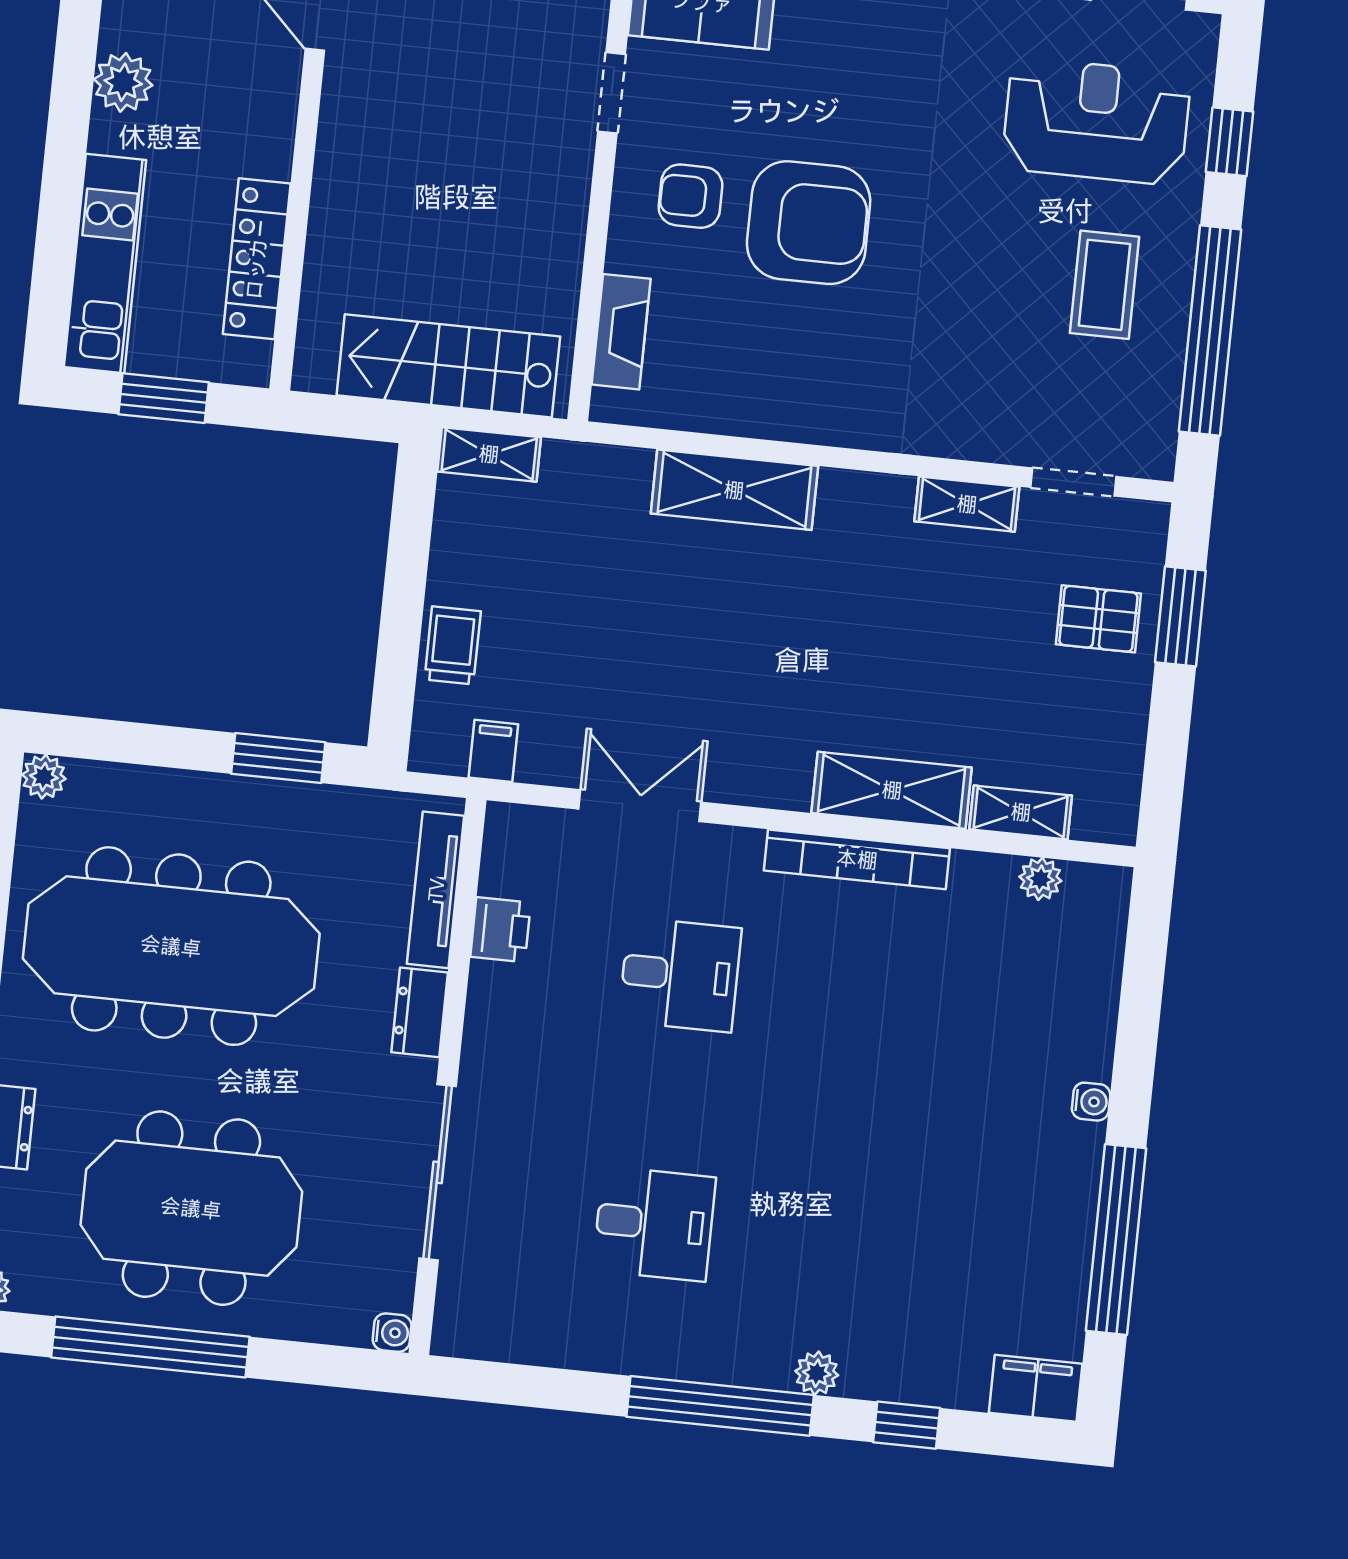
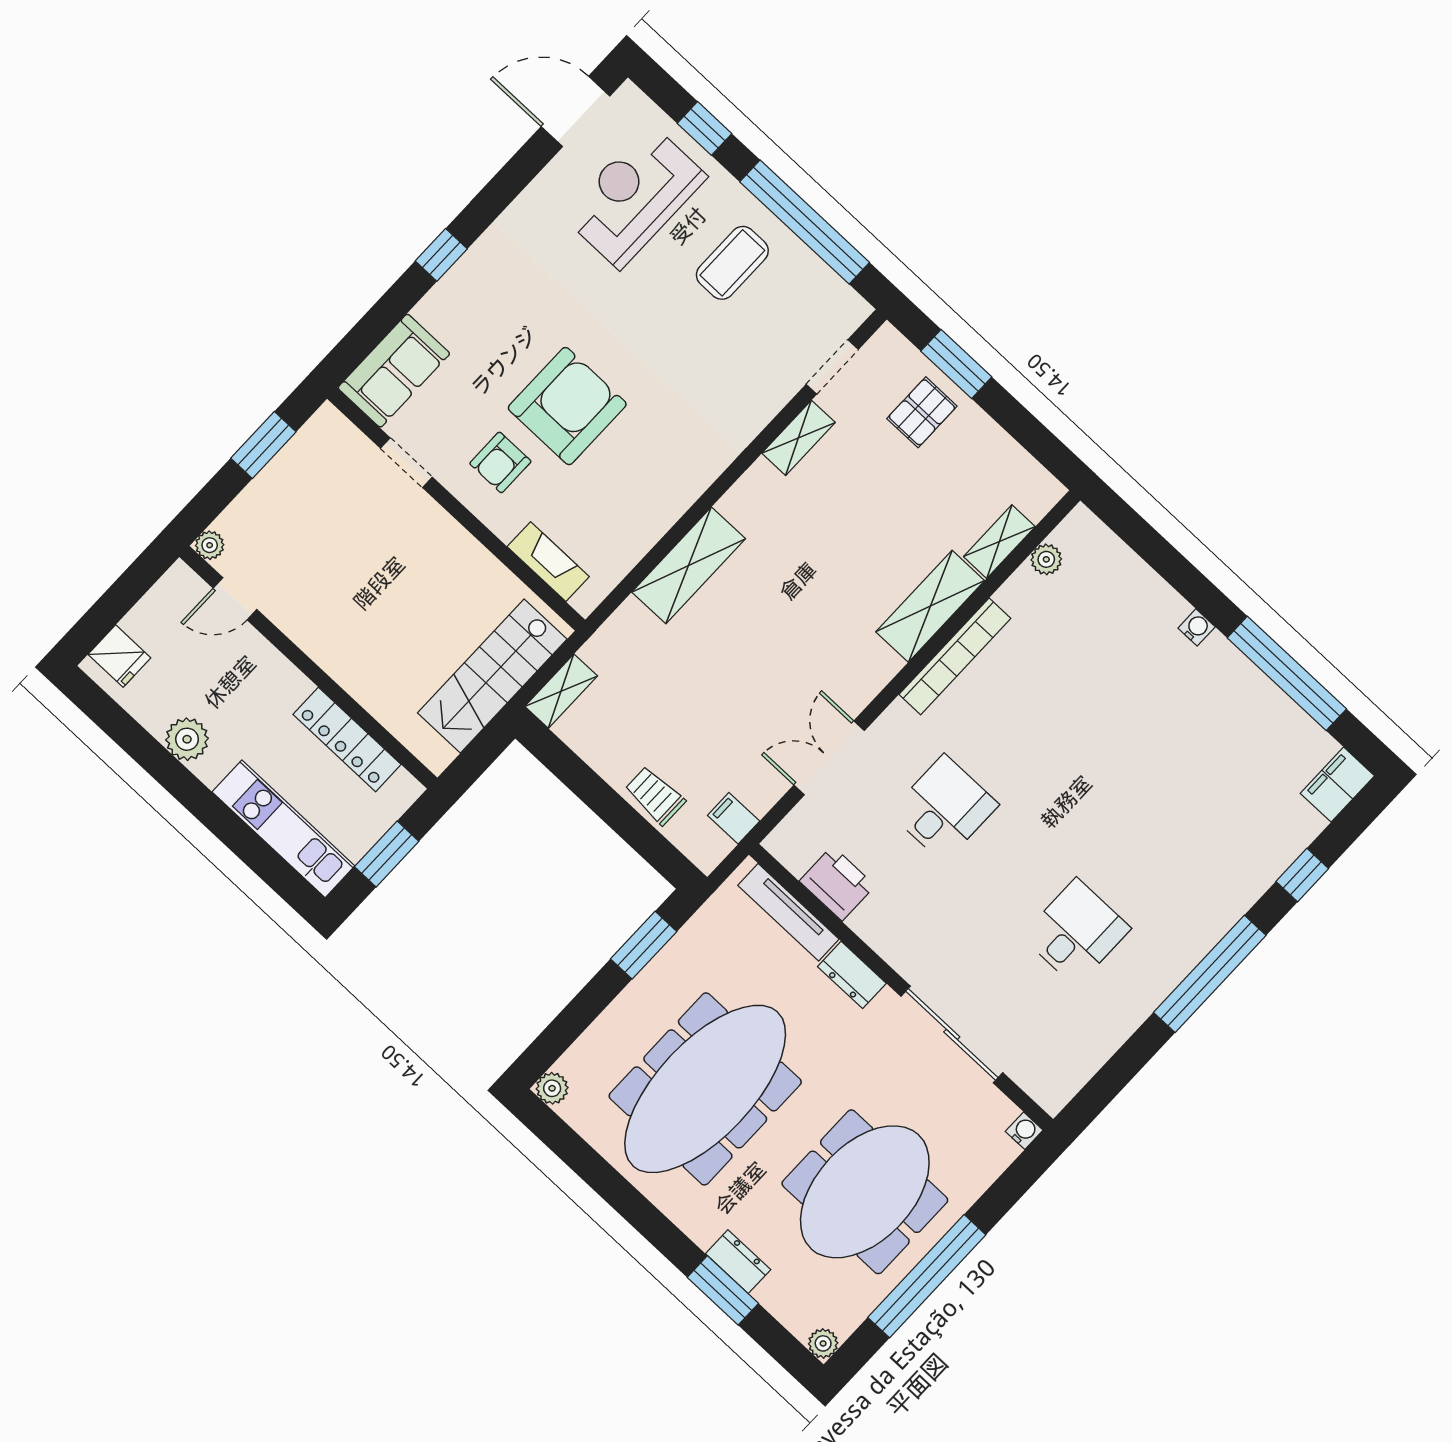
coffee table: (1105, 285) -> (732, 263), turned 90
printer: (501, 930) -> (837, 883), width x1.36, depth x1.24
plant: (817, 1373) -> (1233, 904), removed

